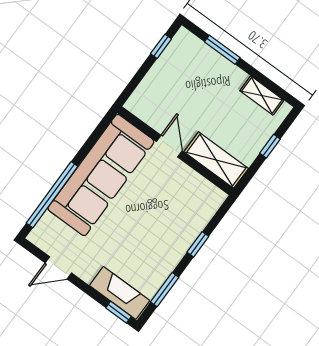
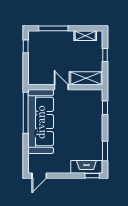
window: (222, 50) -> (53, 28), width x1.44
window: (52, 195) -> (26, 113), moved
window: (198, 244) -> (105, 108), moved
door: (58, 268) -> (39, 176), moved

